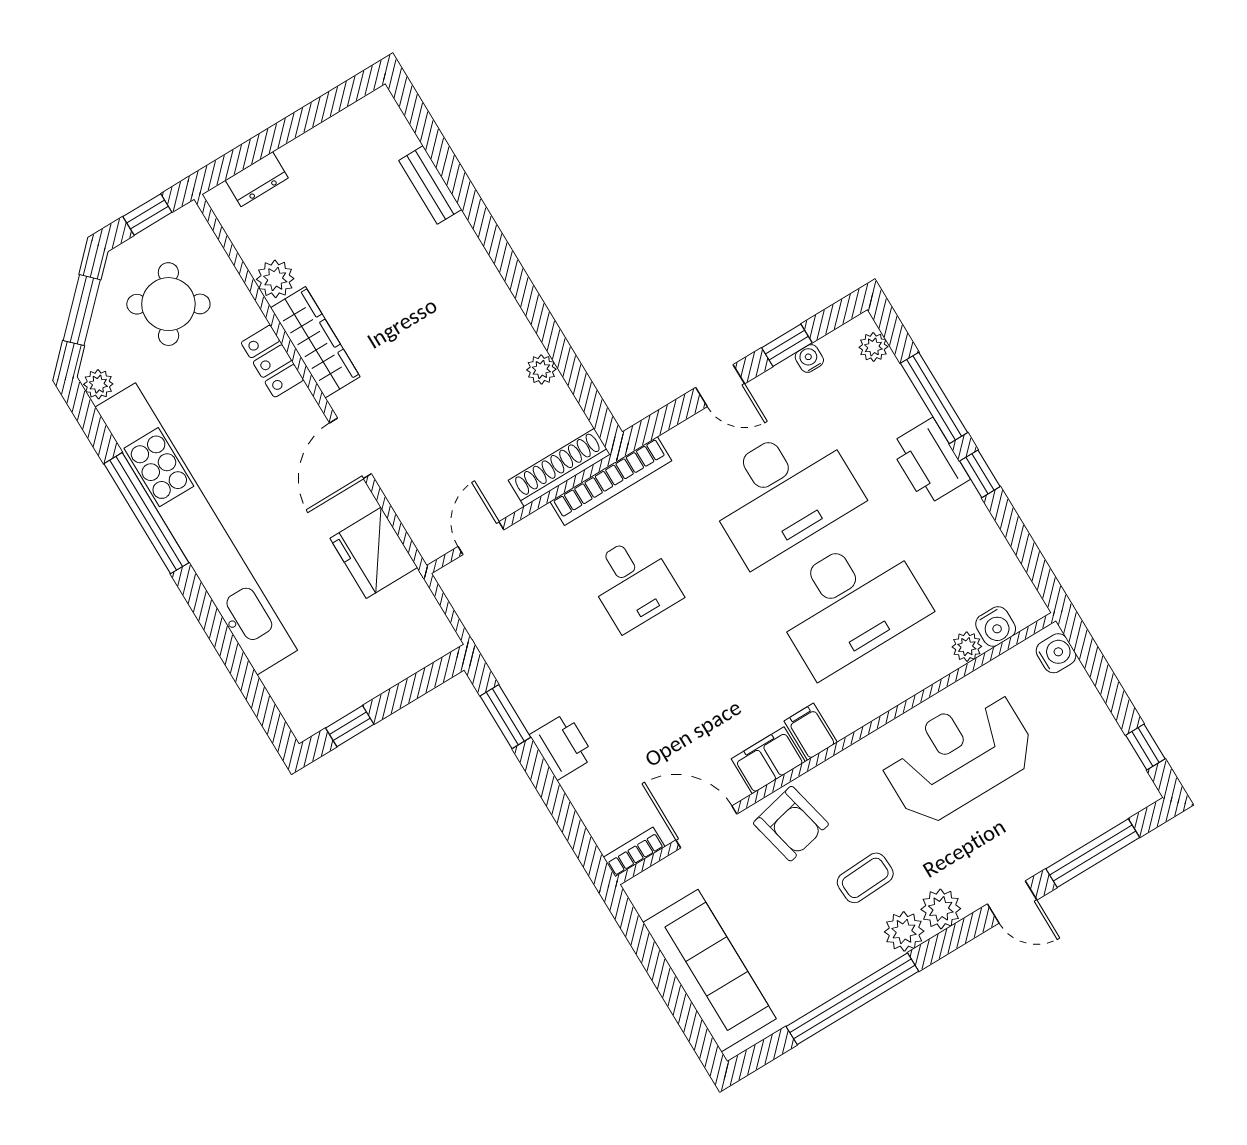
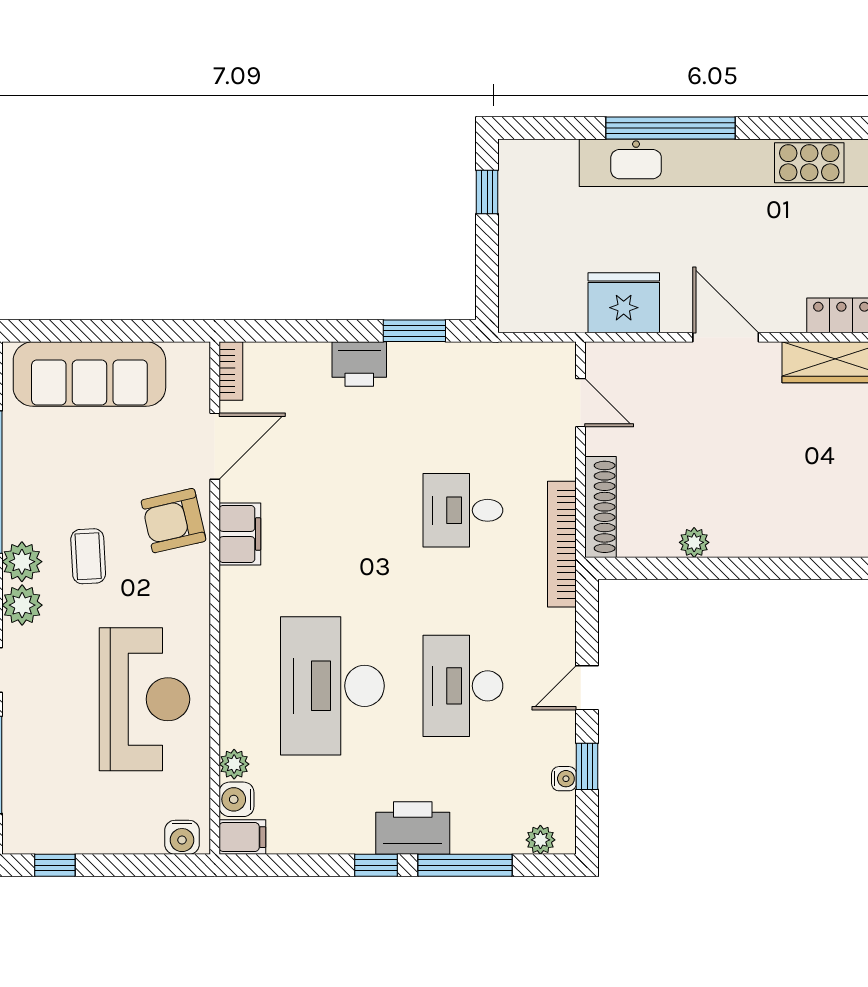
desk: (782, 492) -> (463, 686), width x0.73, depth x0.77
window: (146, 513) -> (671, 128), moved
filing cabinet: (811, 732) -> (242, 837), moved

